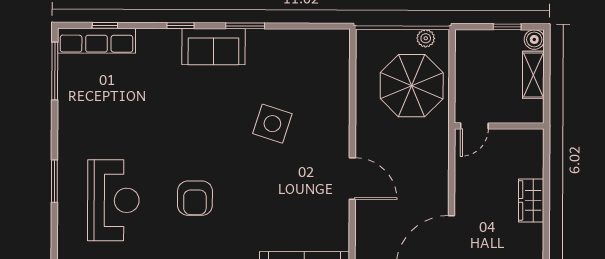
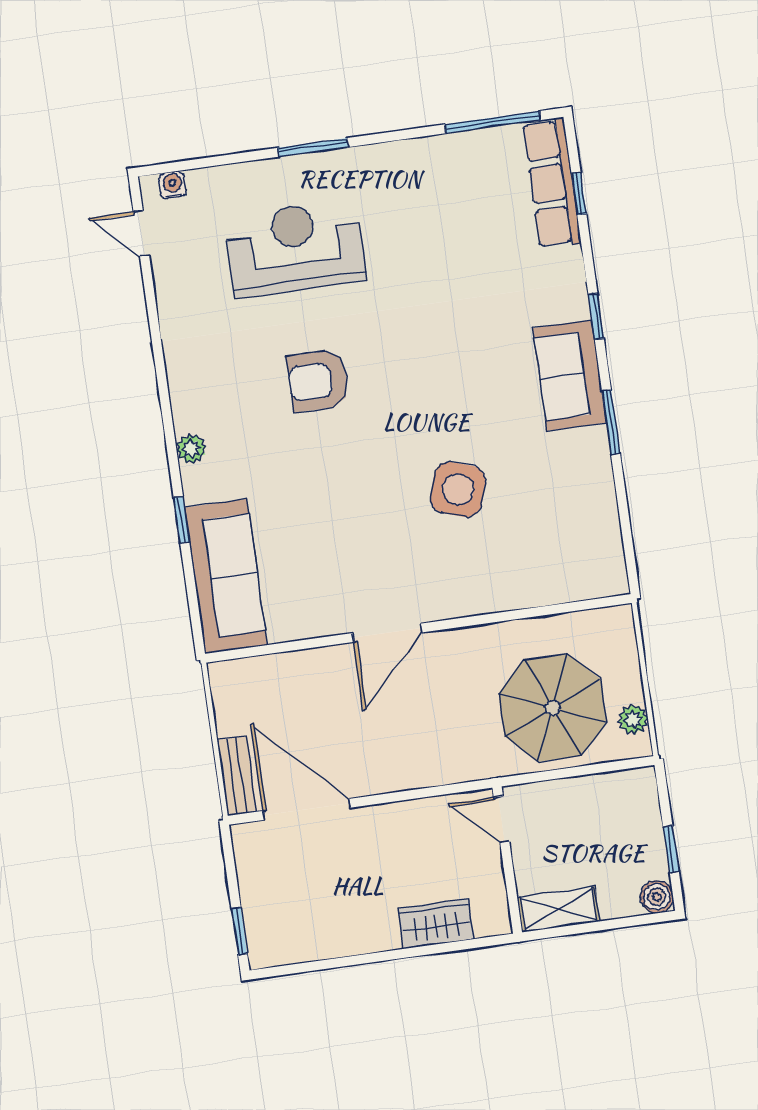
shelving: (533, 75) -> (558, 909), moved
reception desk: (113, 200) -> (295, 248), turned 180
wardrobe: (531, 200) -> (436, 924), moved

